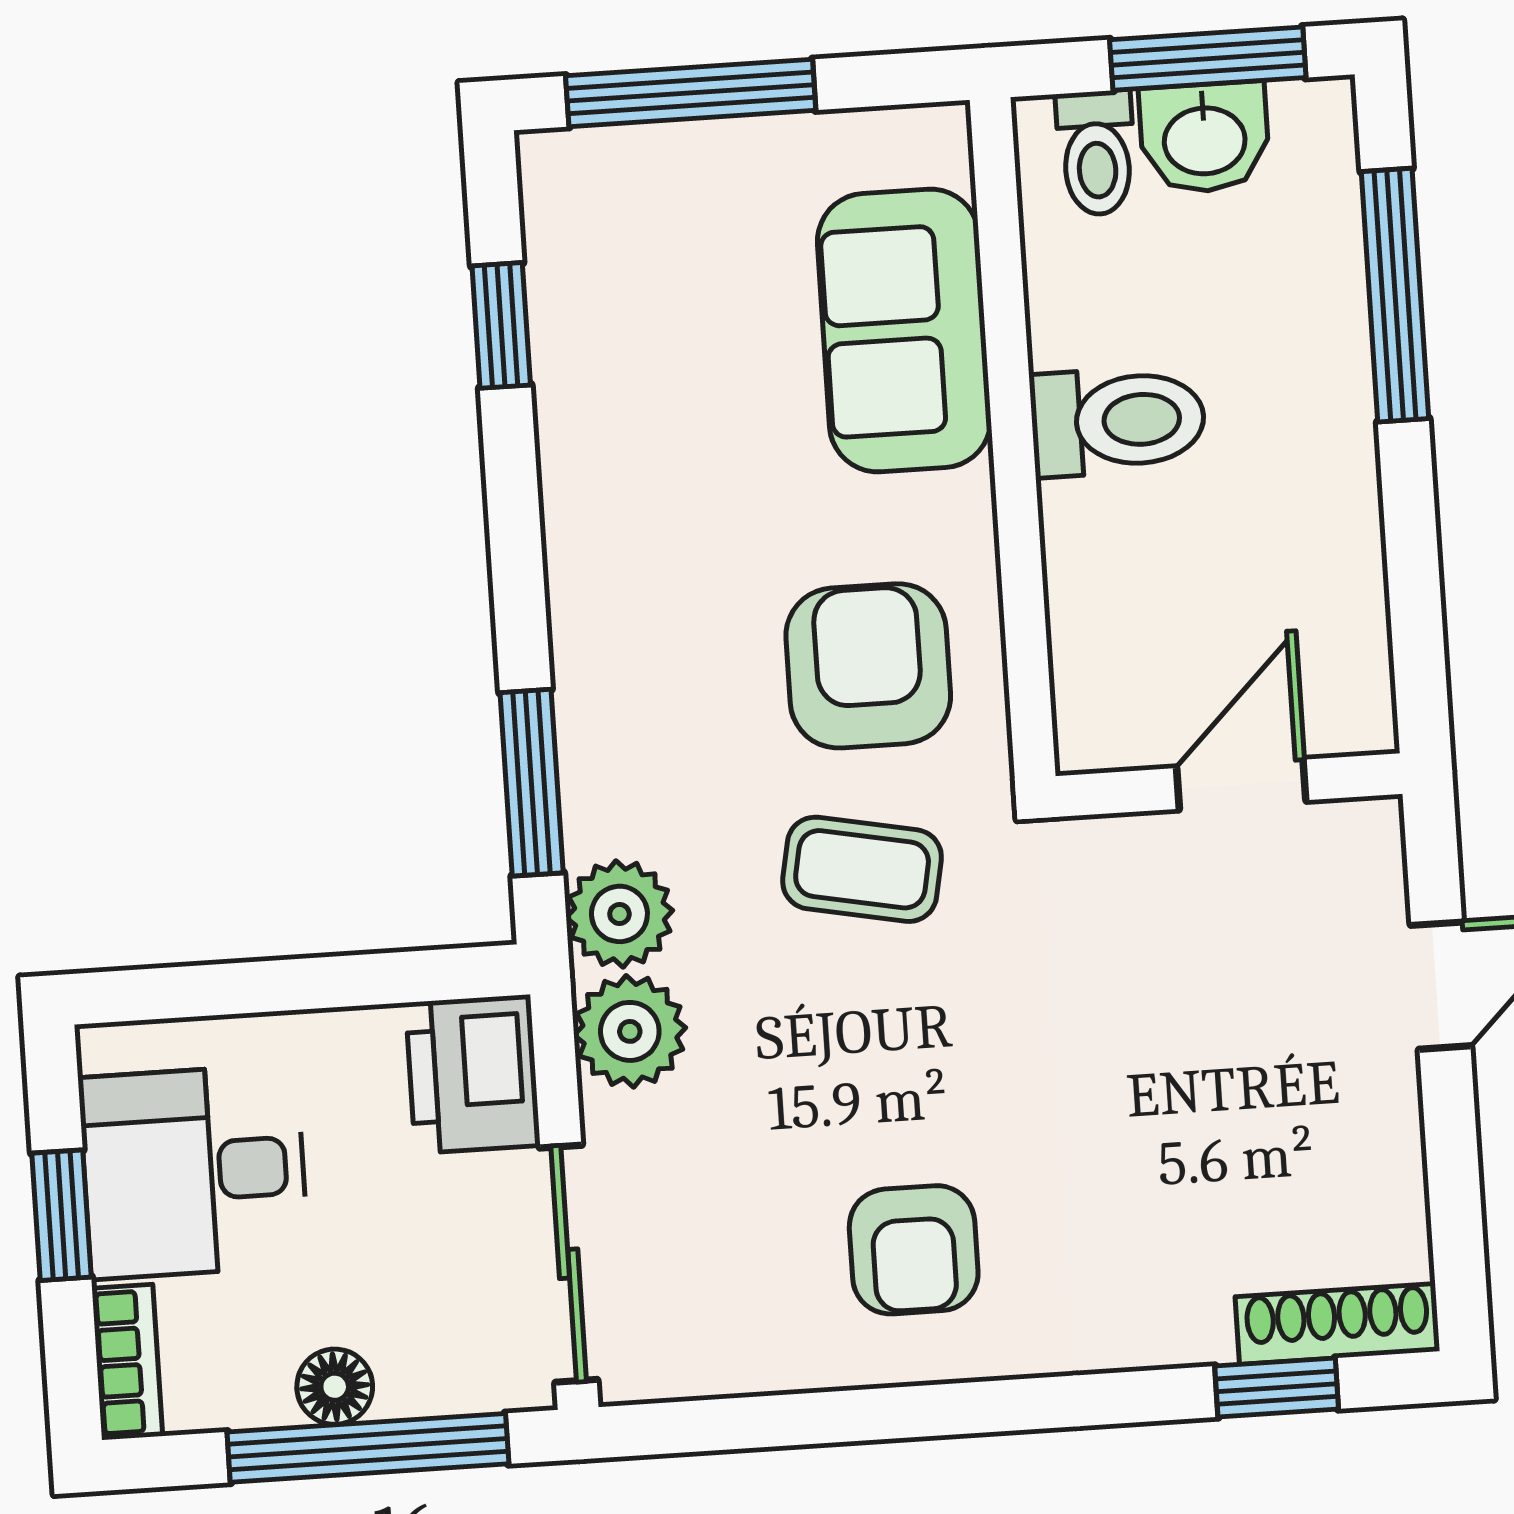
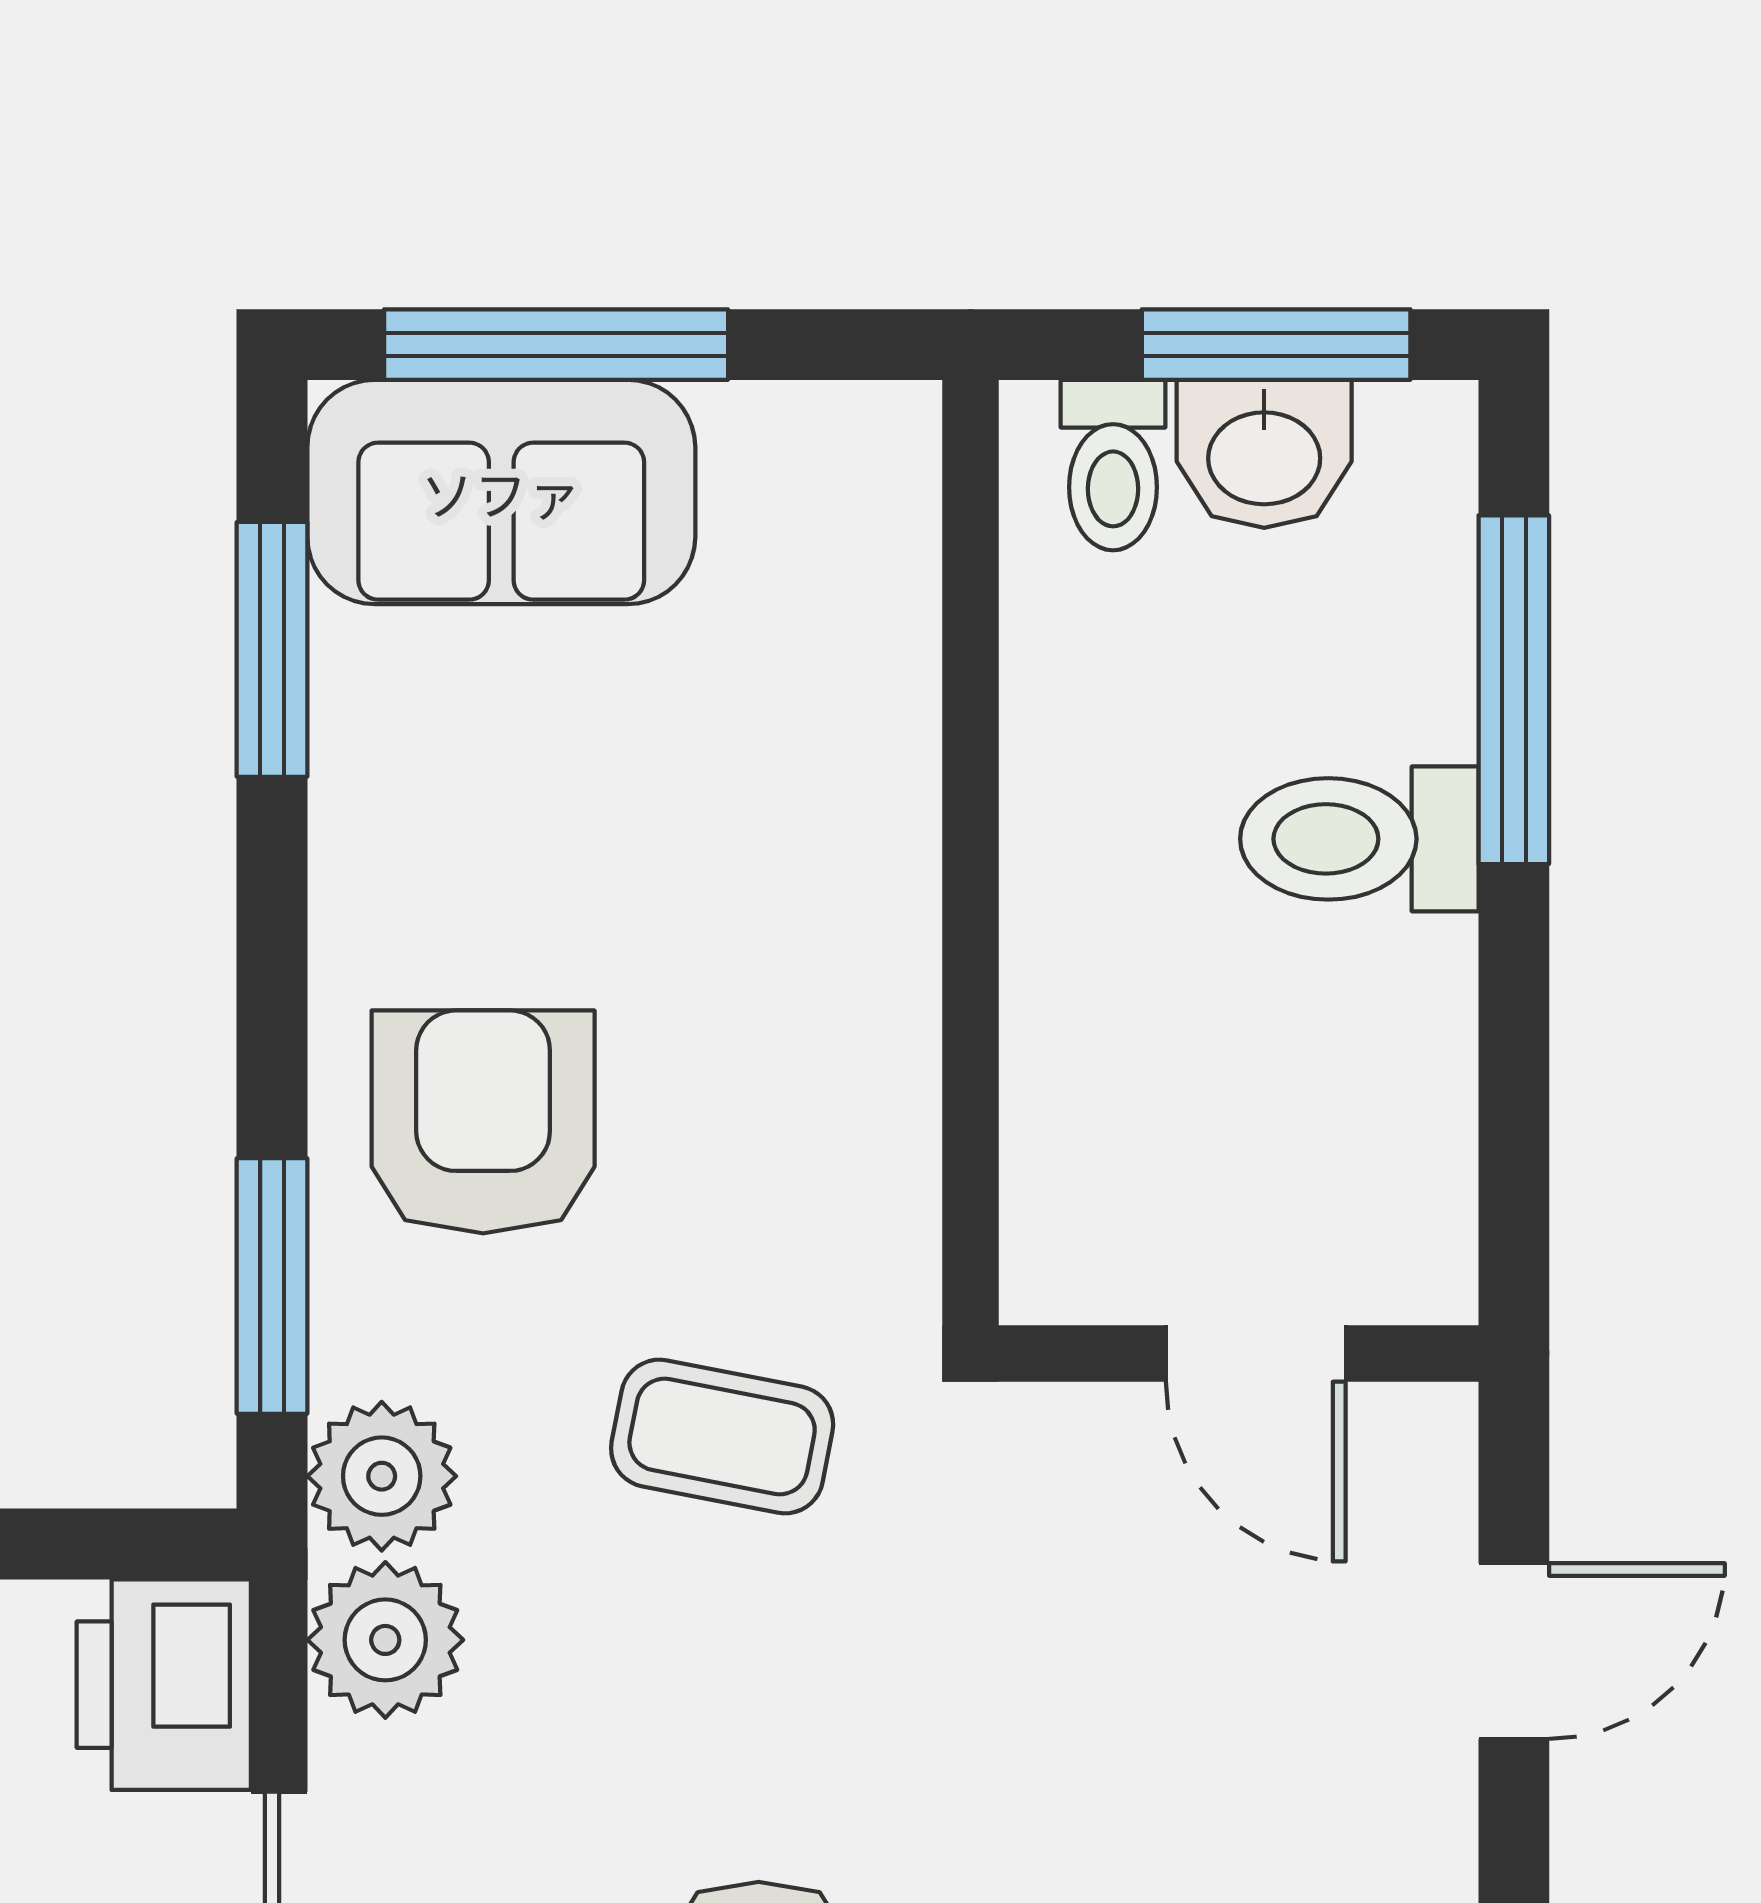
window: (501, 325) -> (272, 649), width x1.50
sofa: (904, 330) -> (501, 492), moved, turned -90
toilet: (1118, 421) -> (1359, 839), moved, turned 180
armchair: (868, 666) -> (483, 1122), moved
door: (1241, 784) -> (1256, 1354), swing flipped

